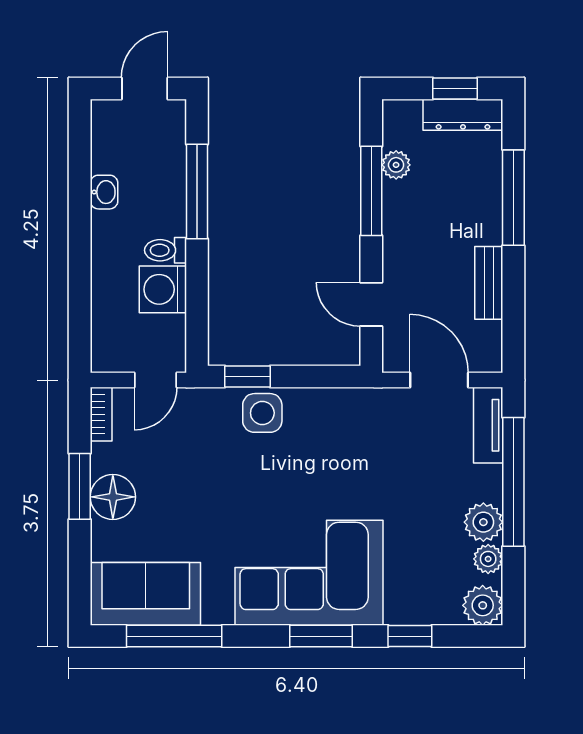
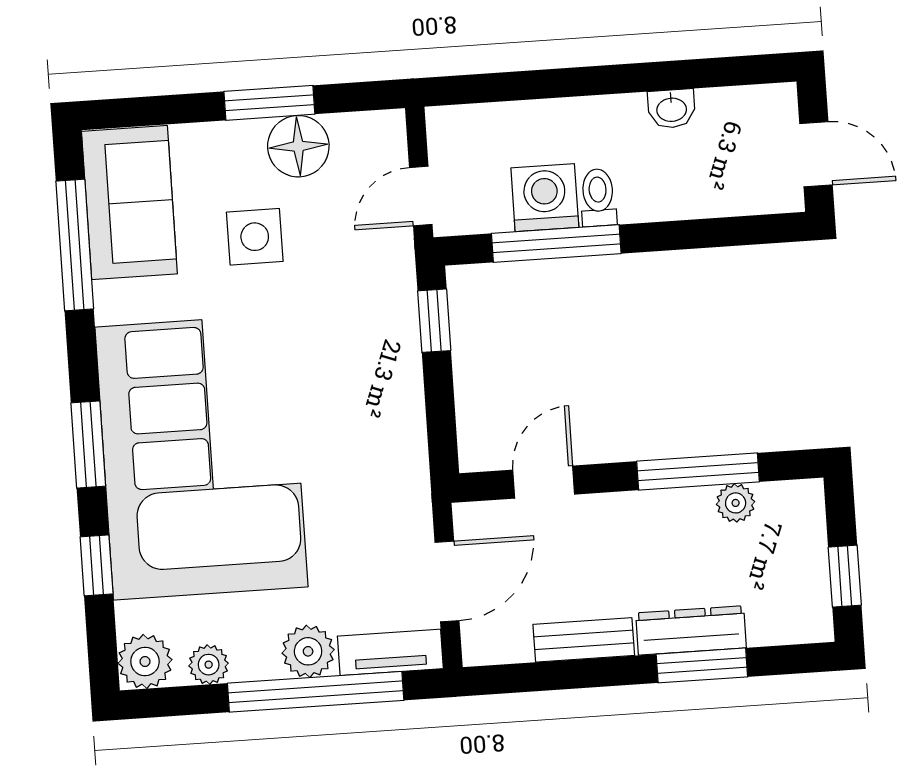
dresser: (463, 115) -> (691, 630), moved, turned 90
window: (197, 192) -> (556, 243), moved
window: (513, 198) -> (702, 665), width x0.69
door: (155, 380) -> (421, 196), hinge flipped
side table: (262, 413) -> (255, 237), moved
bookcase: (101, 414) -> (369, 125), removed
floor lamp: (113, 497) -> (298, 146), moved
plant: (483, 522) -> (308, 651), moved
corner sofa: (309, 573) -> (201, 457), width x1.36, depth x1.36

